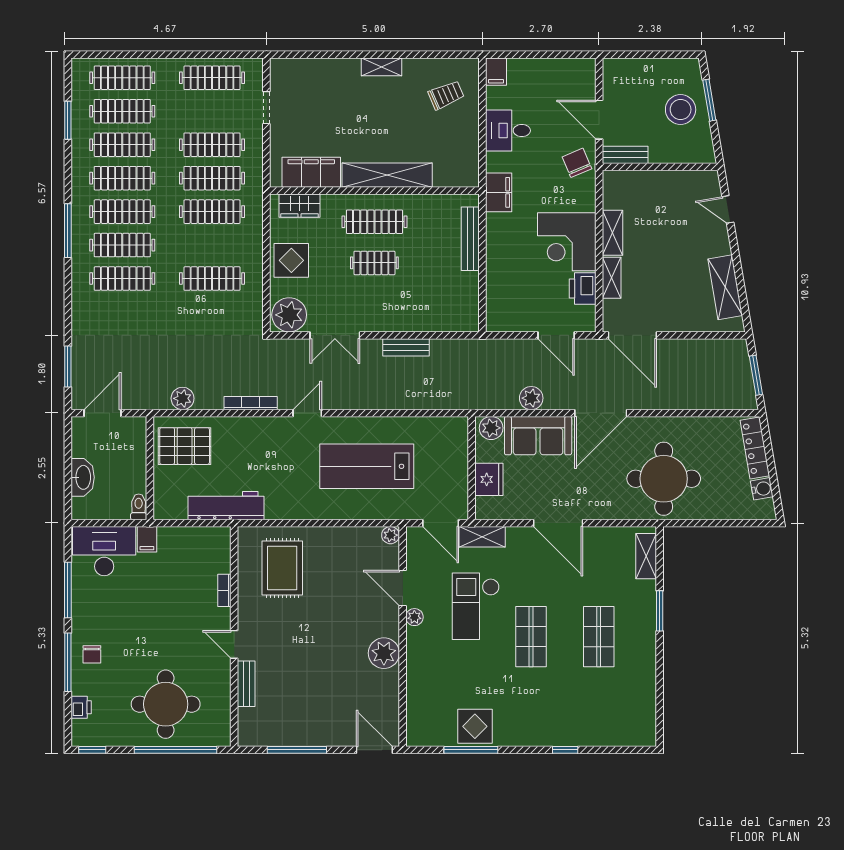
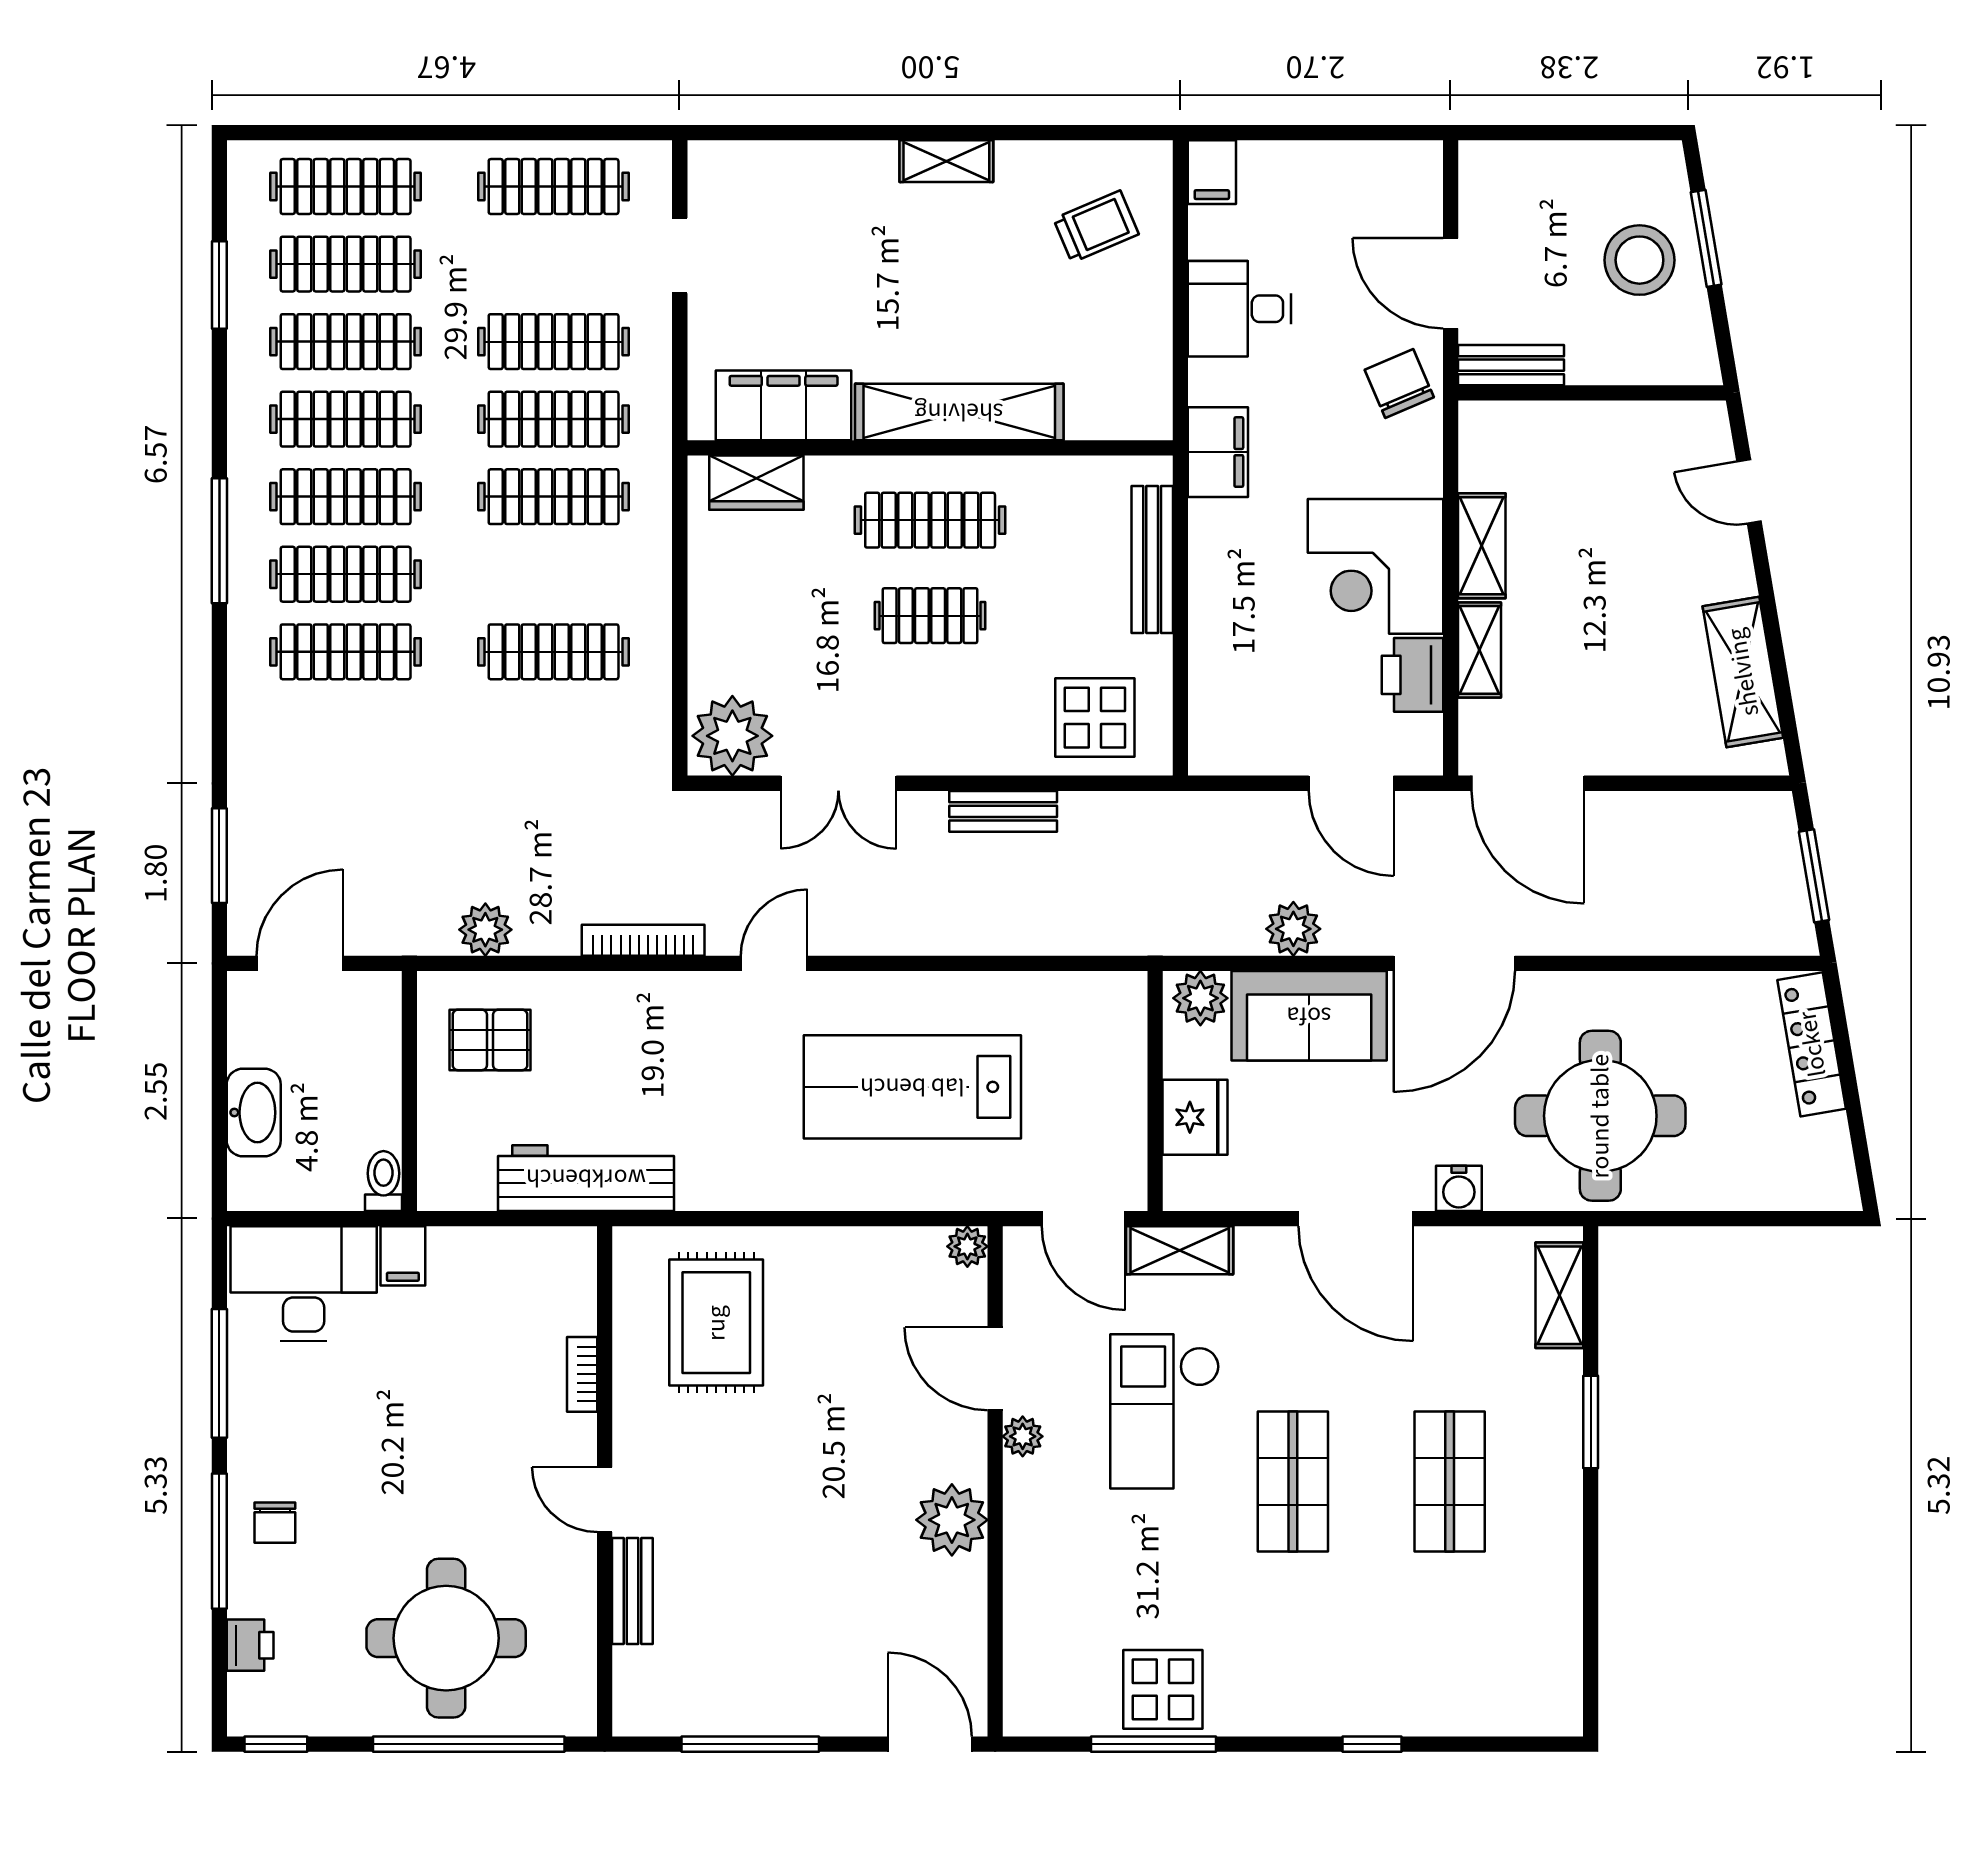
display table: (291, 260) -> (1095, 718), moved
pallet: (185, 446) -> (490, 1040), width x0.67, depth x0.71
water cooler: (762, 489) -> (1459, 1188), moved, turned 100

